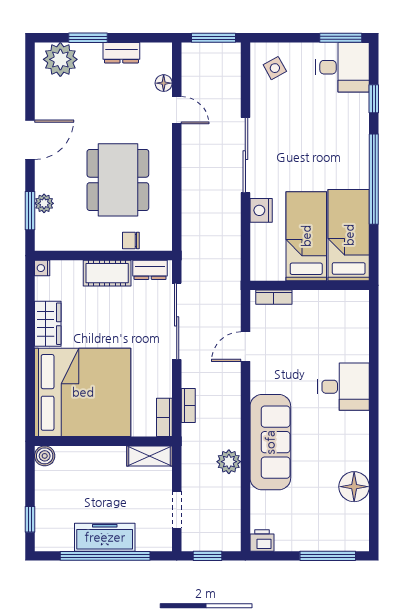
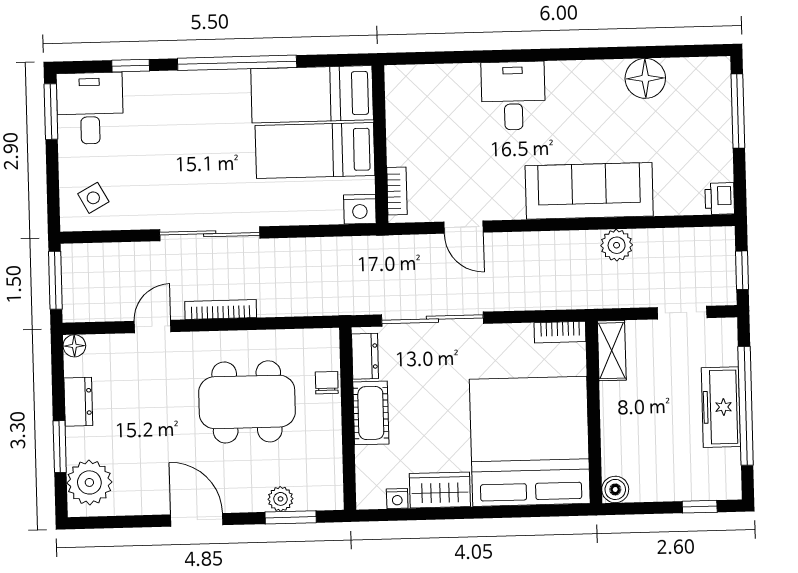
floor lamp: (164, 83) -> (74, 346), moved
nightstand: (261, 210) -> (360, 209), moved
chair: (131, 240) -> (327, 383), turned 180
nightstand: (42, 268) -> (397, 499), moved
bookcase: (188, 405) -> (221, 309), moved, width x1.56

